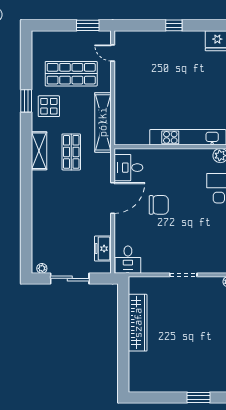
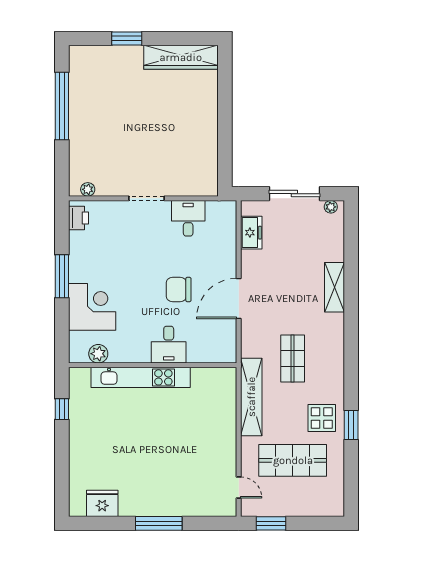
window: (174, 25) -> (159, 523), width x2.17
shelving: (39, 151) -> (335, 287), moved
desk: (128, 168) -> (169, 345), moved, turned 90
desk: (128, 260) -> (188, 218), moved
wardrobe: (138, 323) -> (181, 57), moved, turned -90

